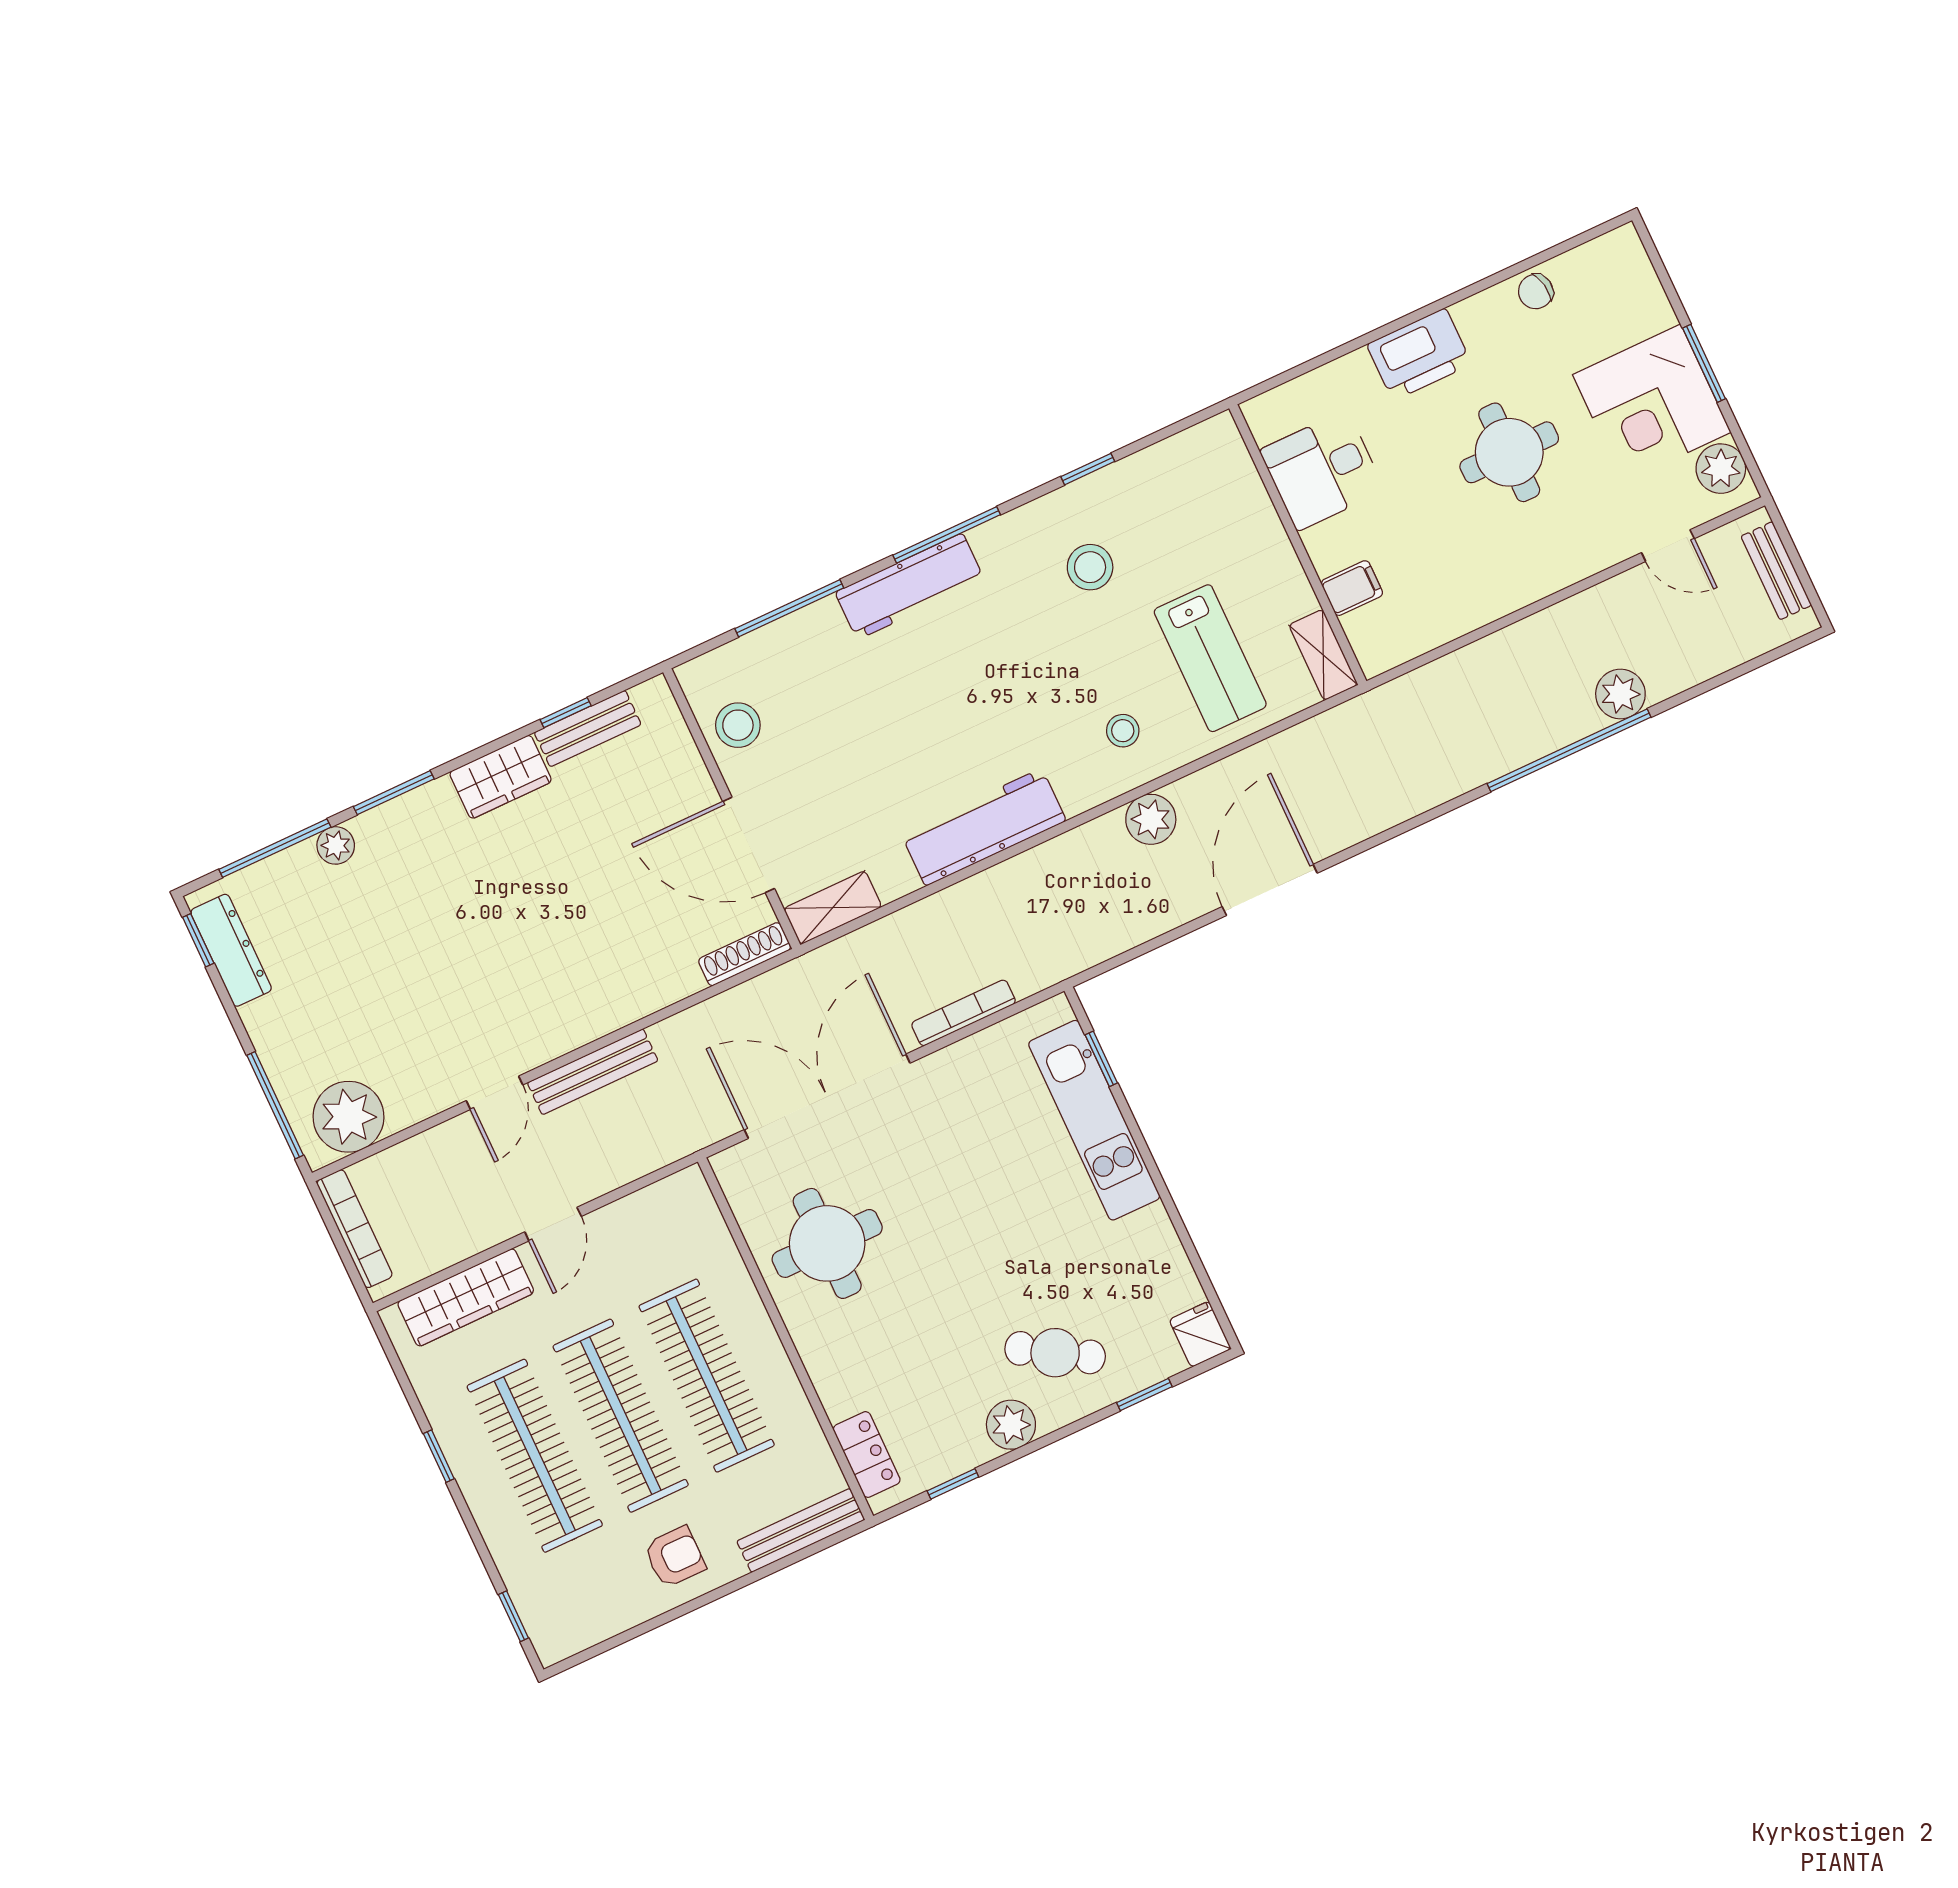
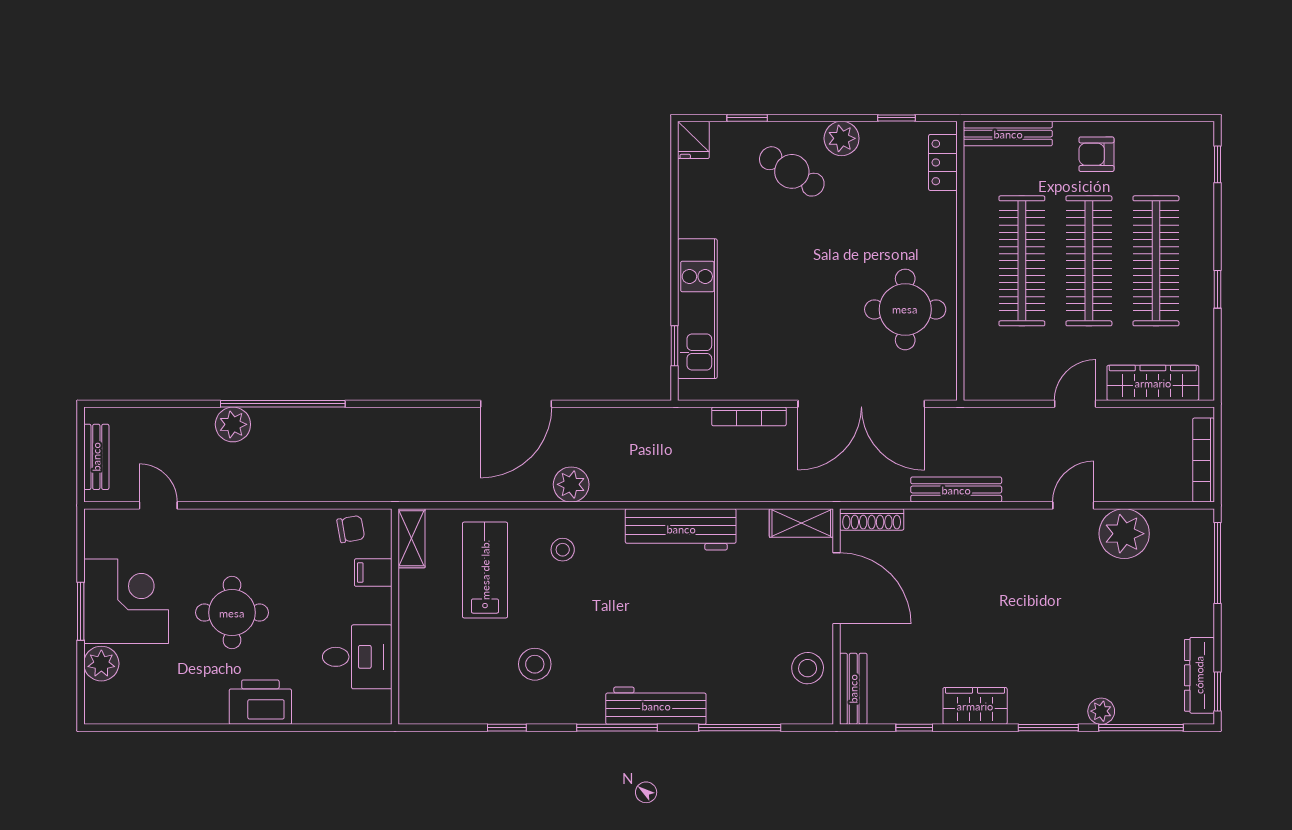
chair: (1536, 292) -> (351, 529), moved
plant: (1721, 469) -> (101, 664), moved
bench: (588, 729) -> (853, 689), moved, turned 90
bench: (593, 1072) -> (956, 490), moved
plant: (349, 1117) -> (1124, 534), moved

